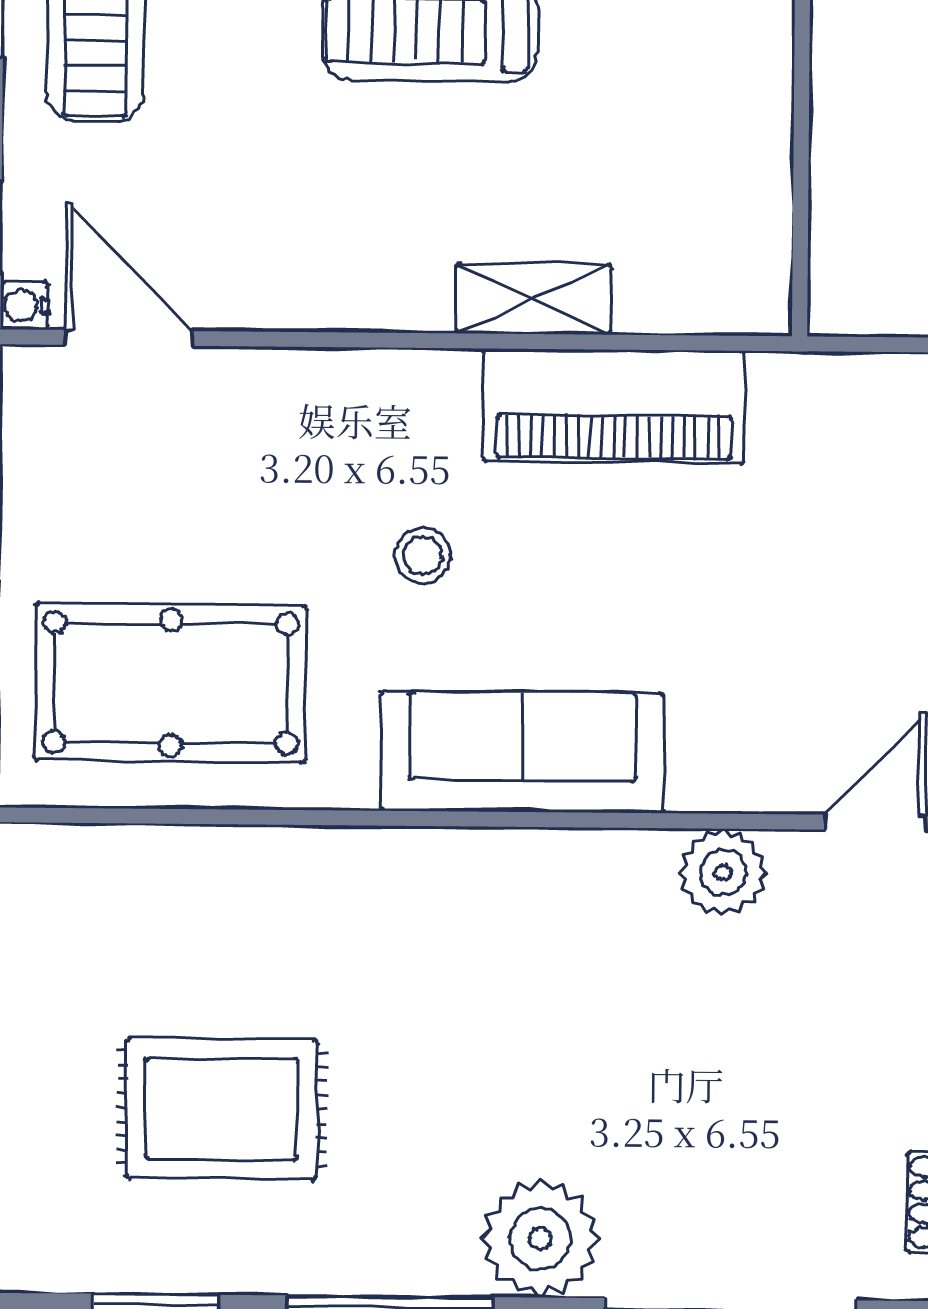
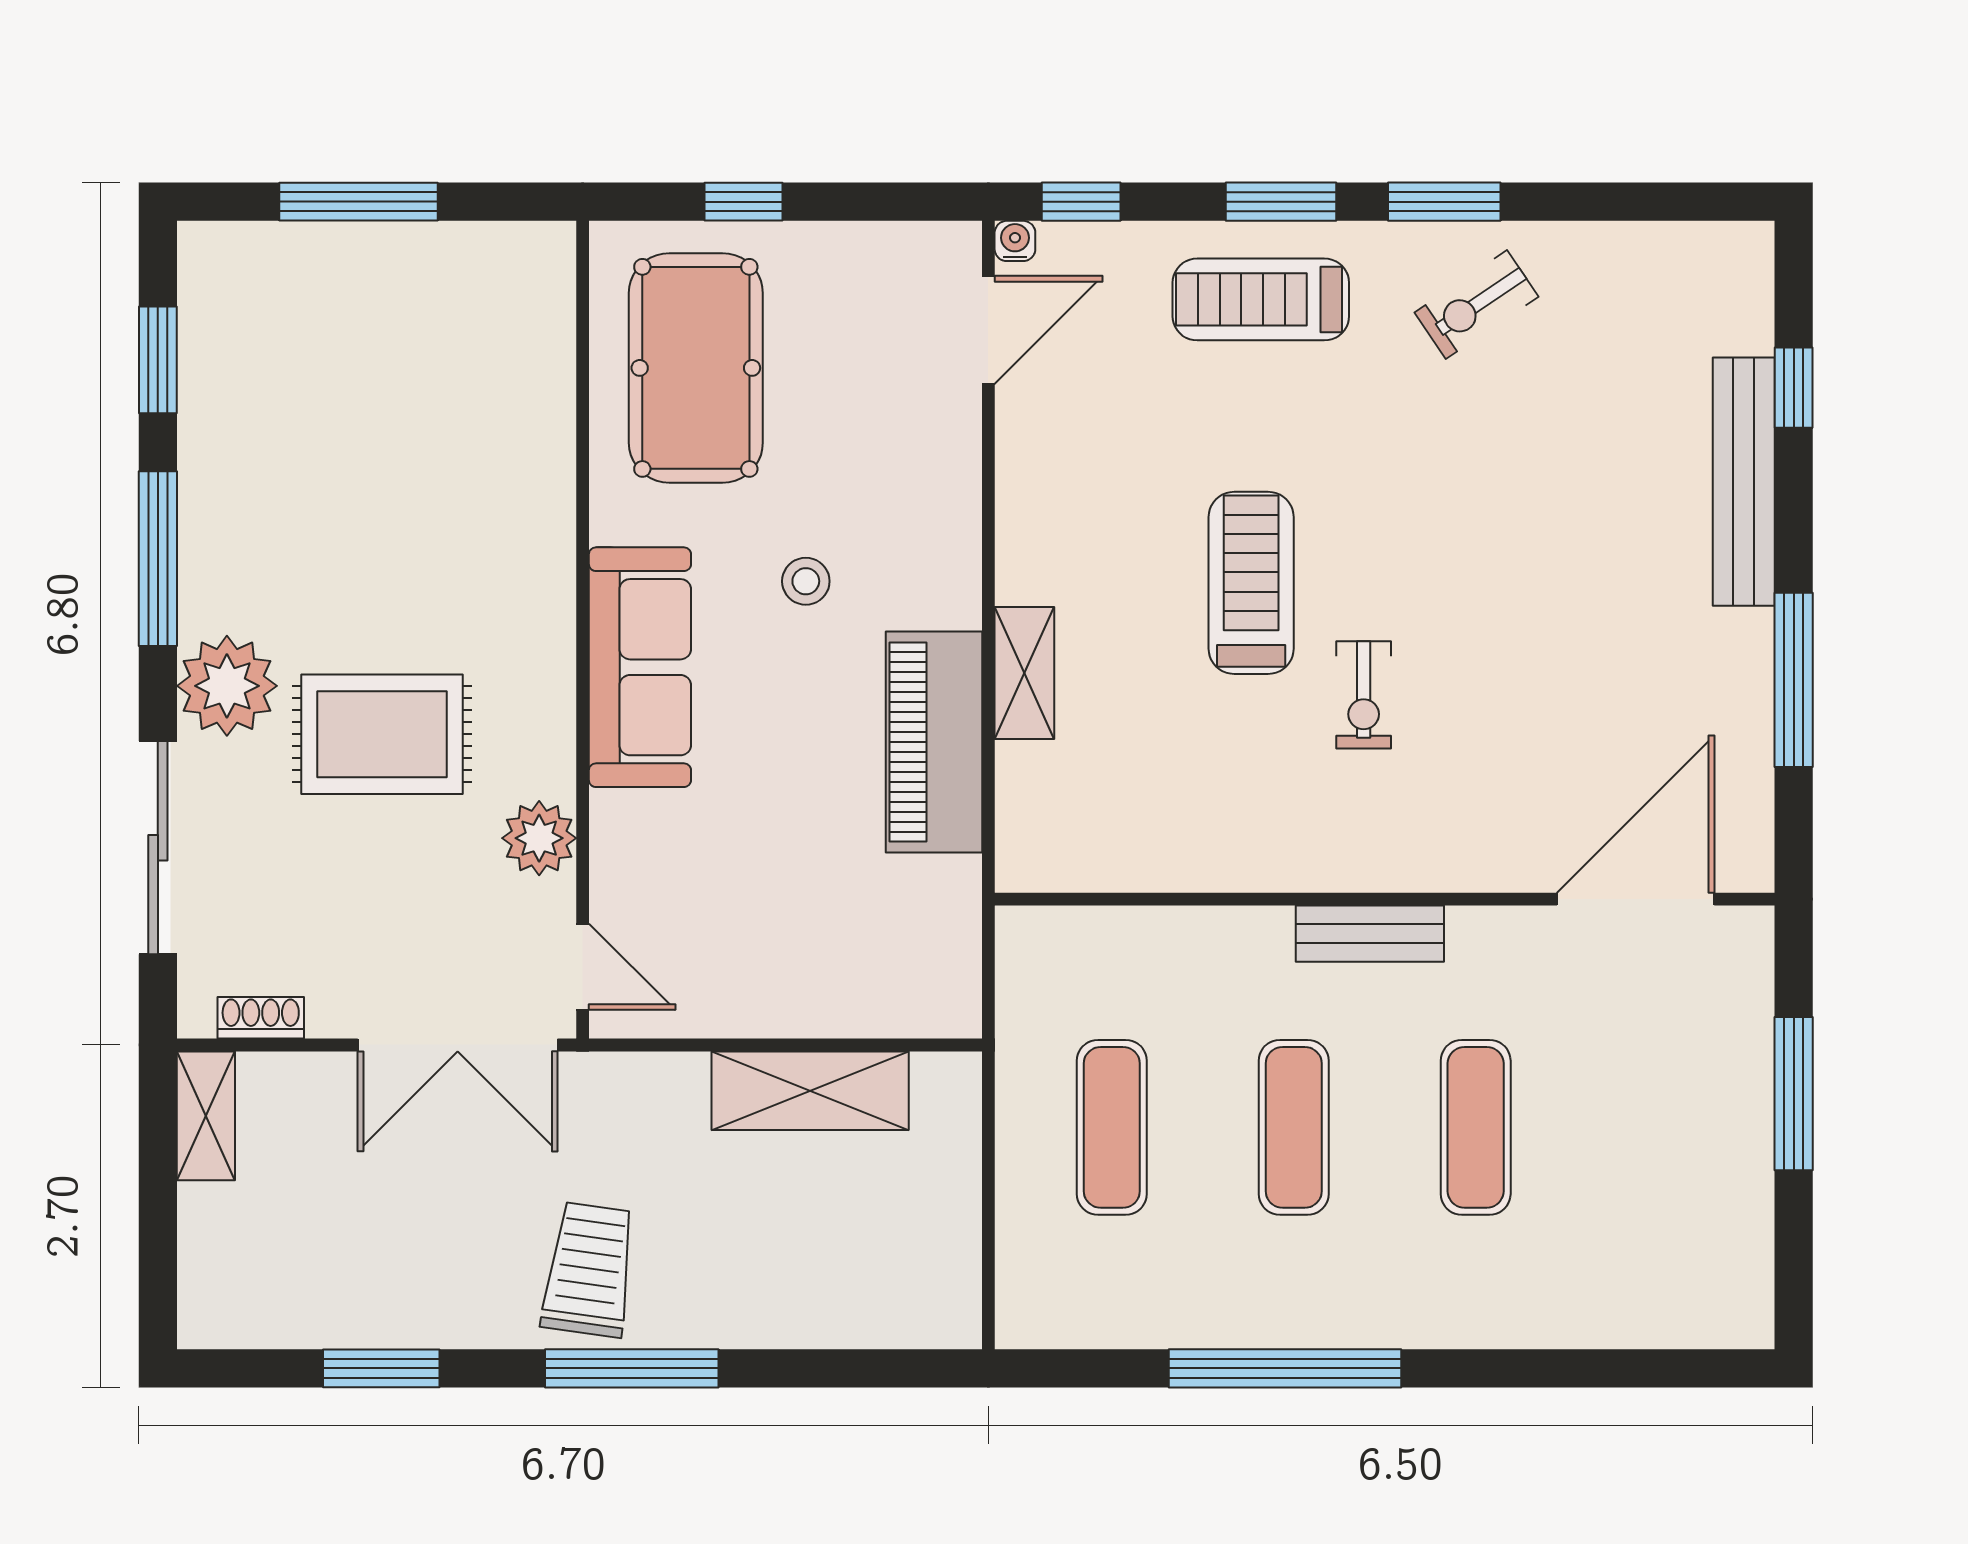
rug: (222, 1109) -> (382, 734), moved, turned 90

